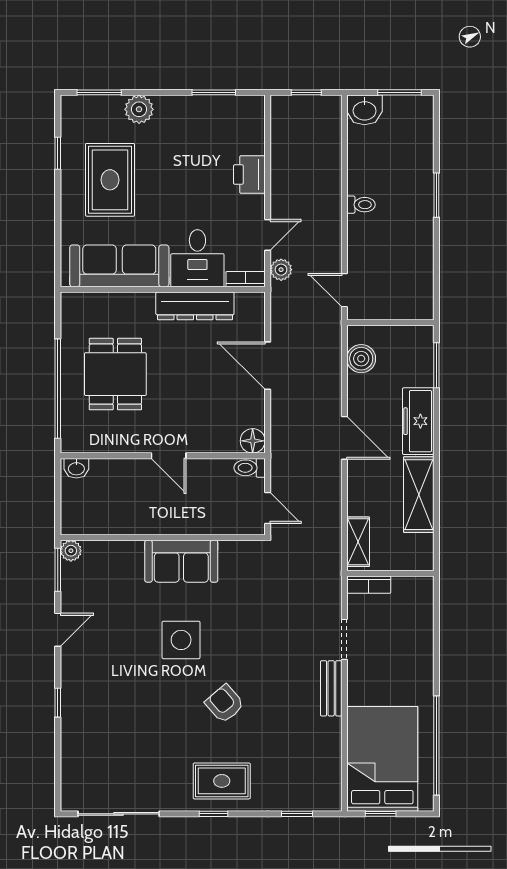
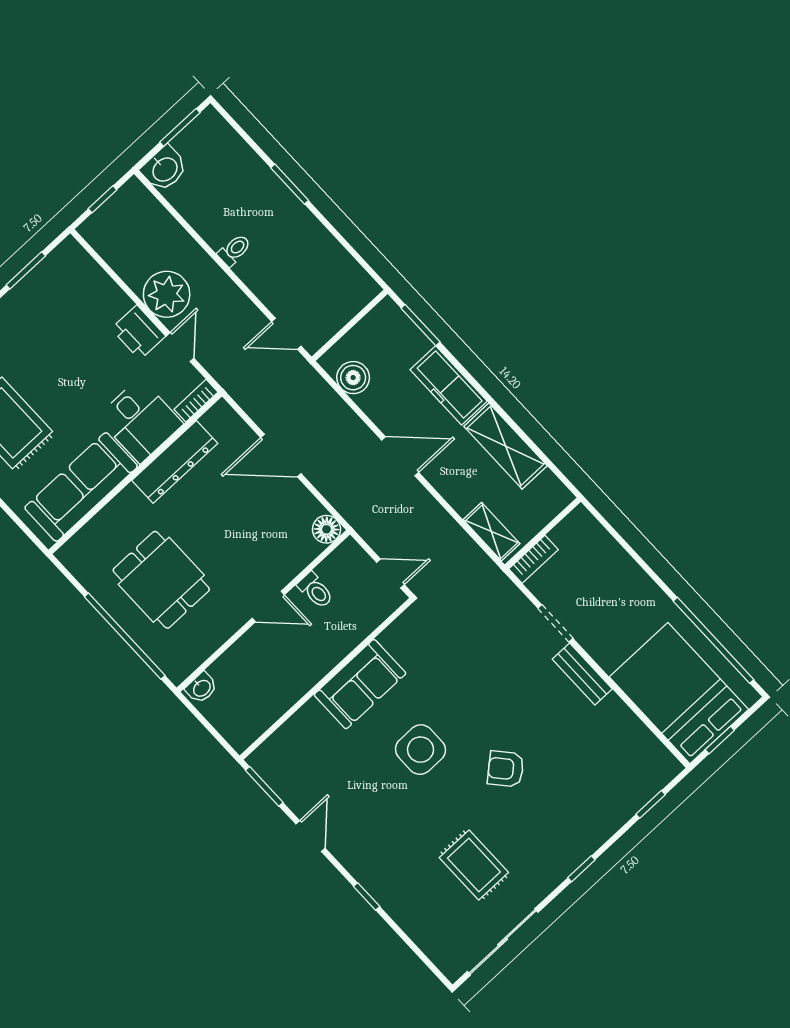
printer: (249, 175) -> (138, 332), moved
plant: (281, 270) -> (167, 294), moved, width x1.87, depth x1.87
toilet: (250, 468) -> (315, 590), moved, turned -90
plant: (71, 551) -> (260, 760), removed
rug: (222, 781) -> (474, 865), moved, turned 90

